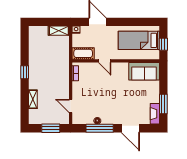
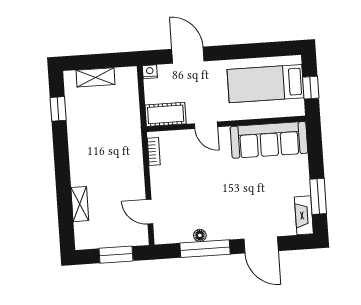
shelving: (59, 31) -> (96, 77), moved
sofa: (144, 71) -> (269, 140), width x1.36
window: (25, 72) -> (58, 109), moved

